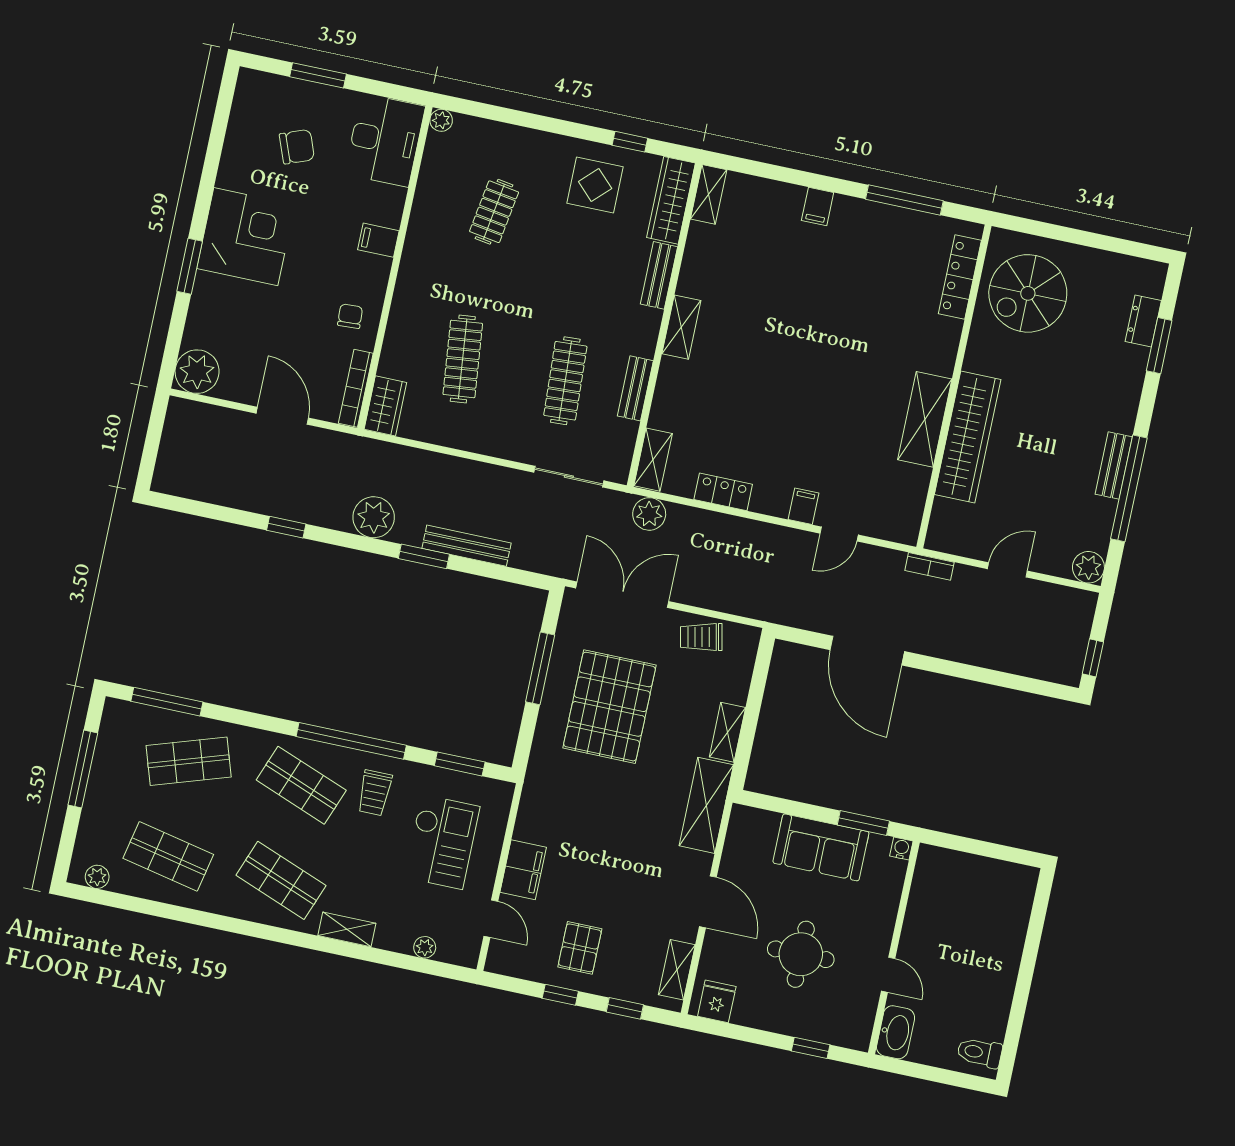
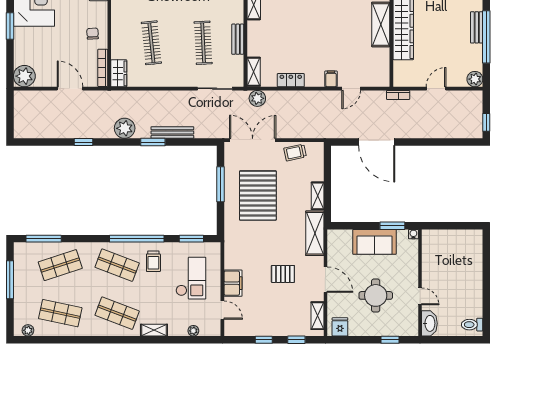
pallet: (580, 948) -> (283, 274), moved, turned 90

